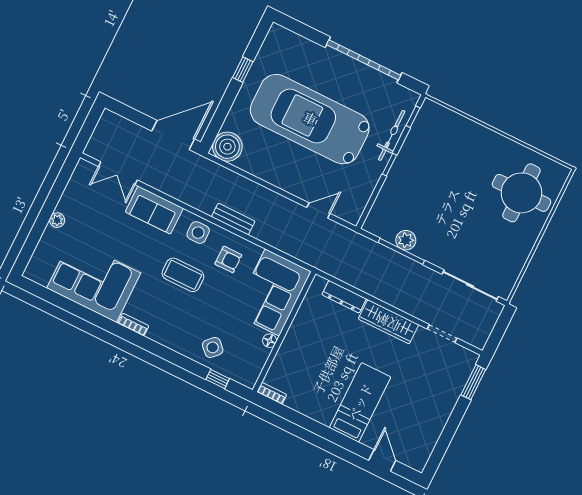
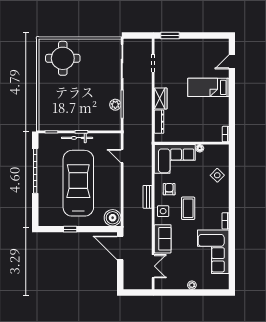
car: (310, 119) -> (78, 183), turned 180
bicycle: (392, 135) -> (77, 138), moved
wardrobe: (388, 322) -> (161, 99), width x0.67
window: (218, 379) -> (232, 165), removed

